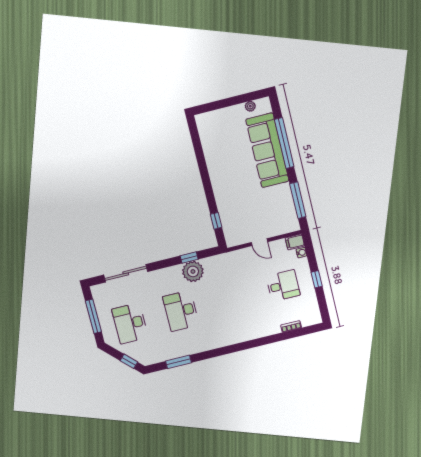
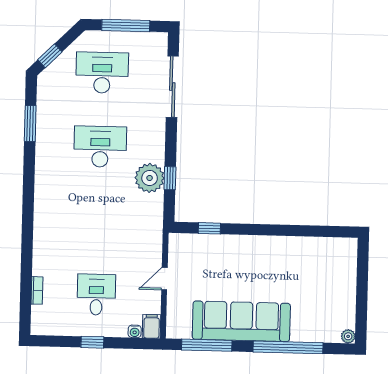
plant: (250, 106) -> (348, 336), moved
sofa: (267, 150) -> (241, 321), moved
desk: (283, 286) -> (96, 295), turned 180

